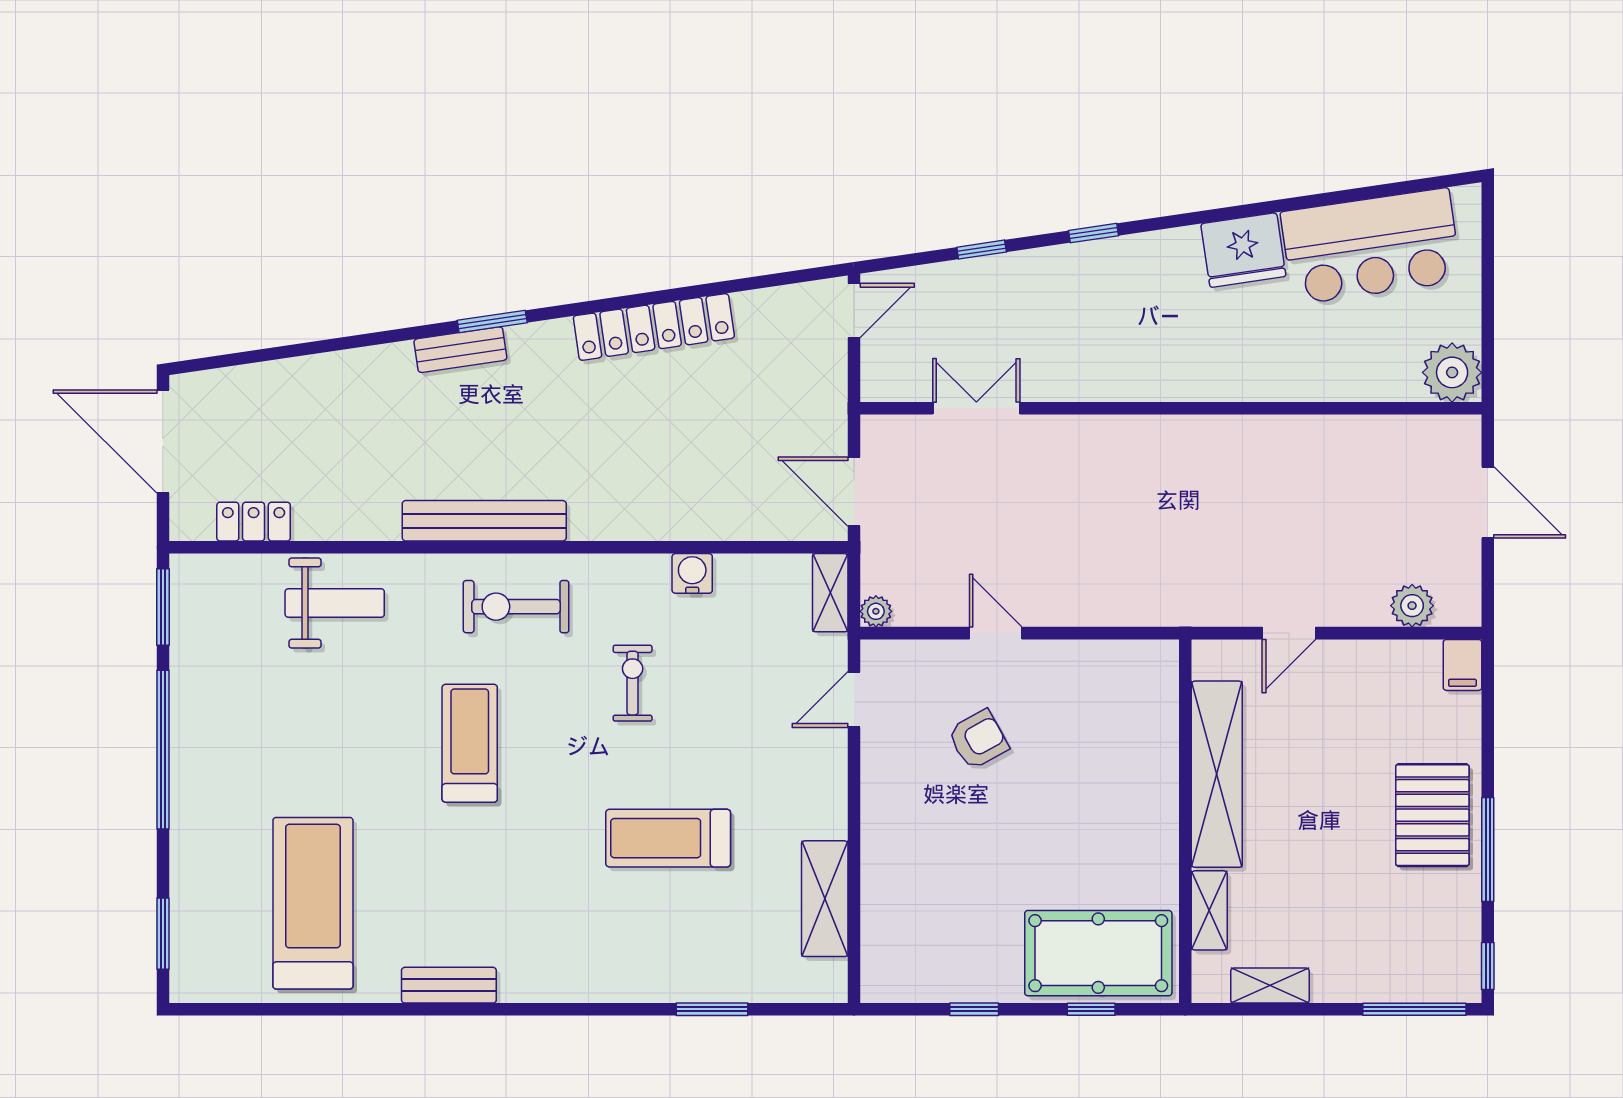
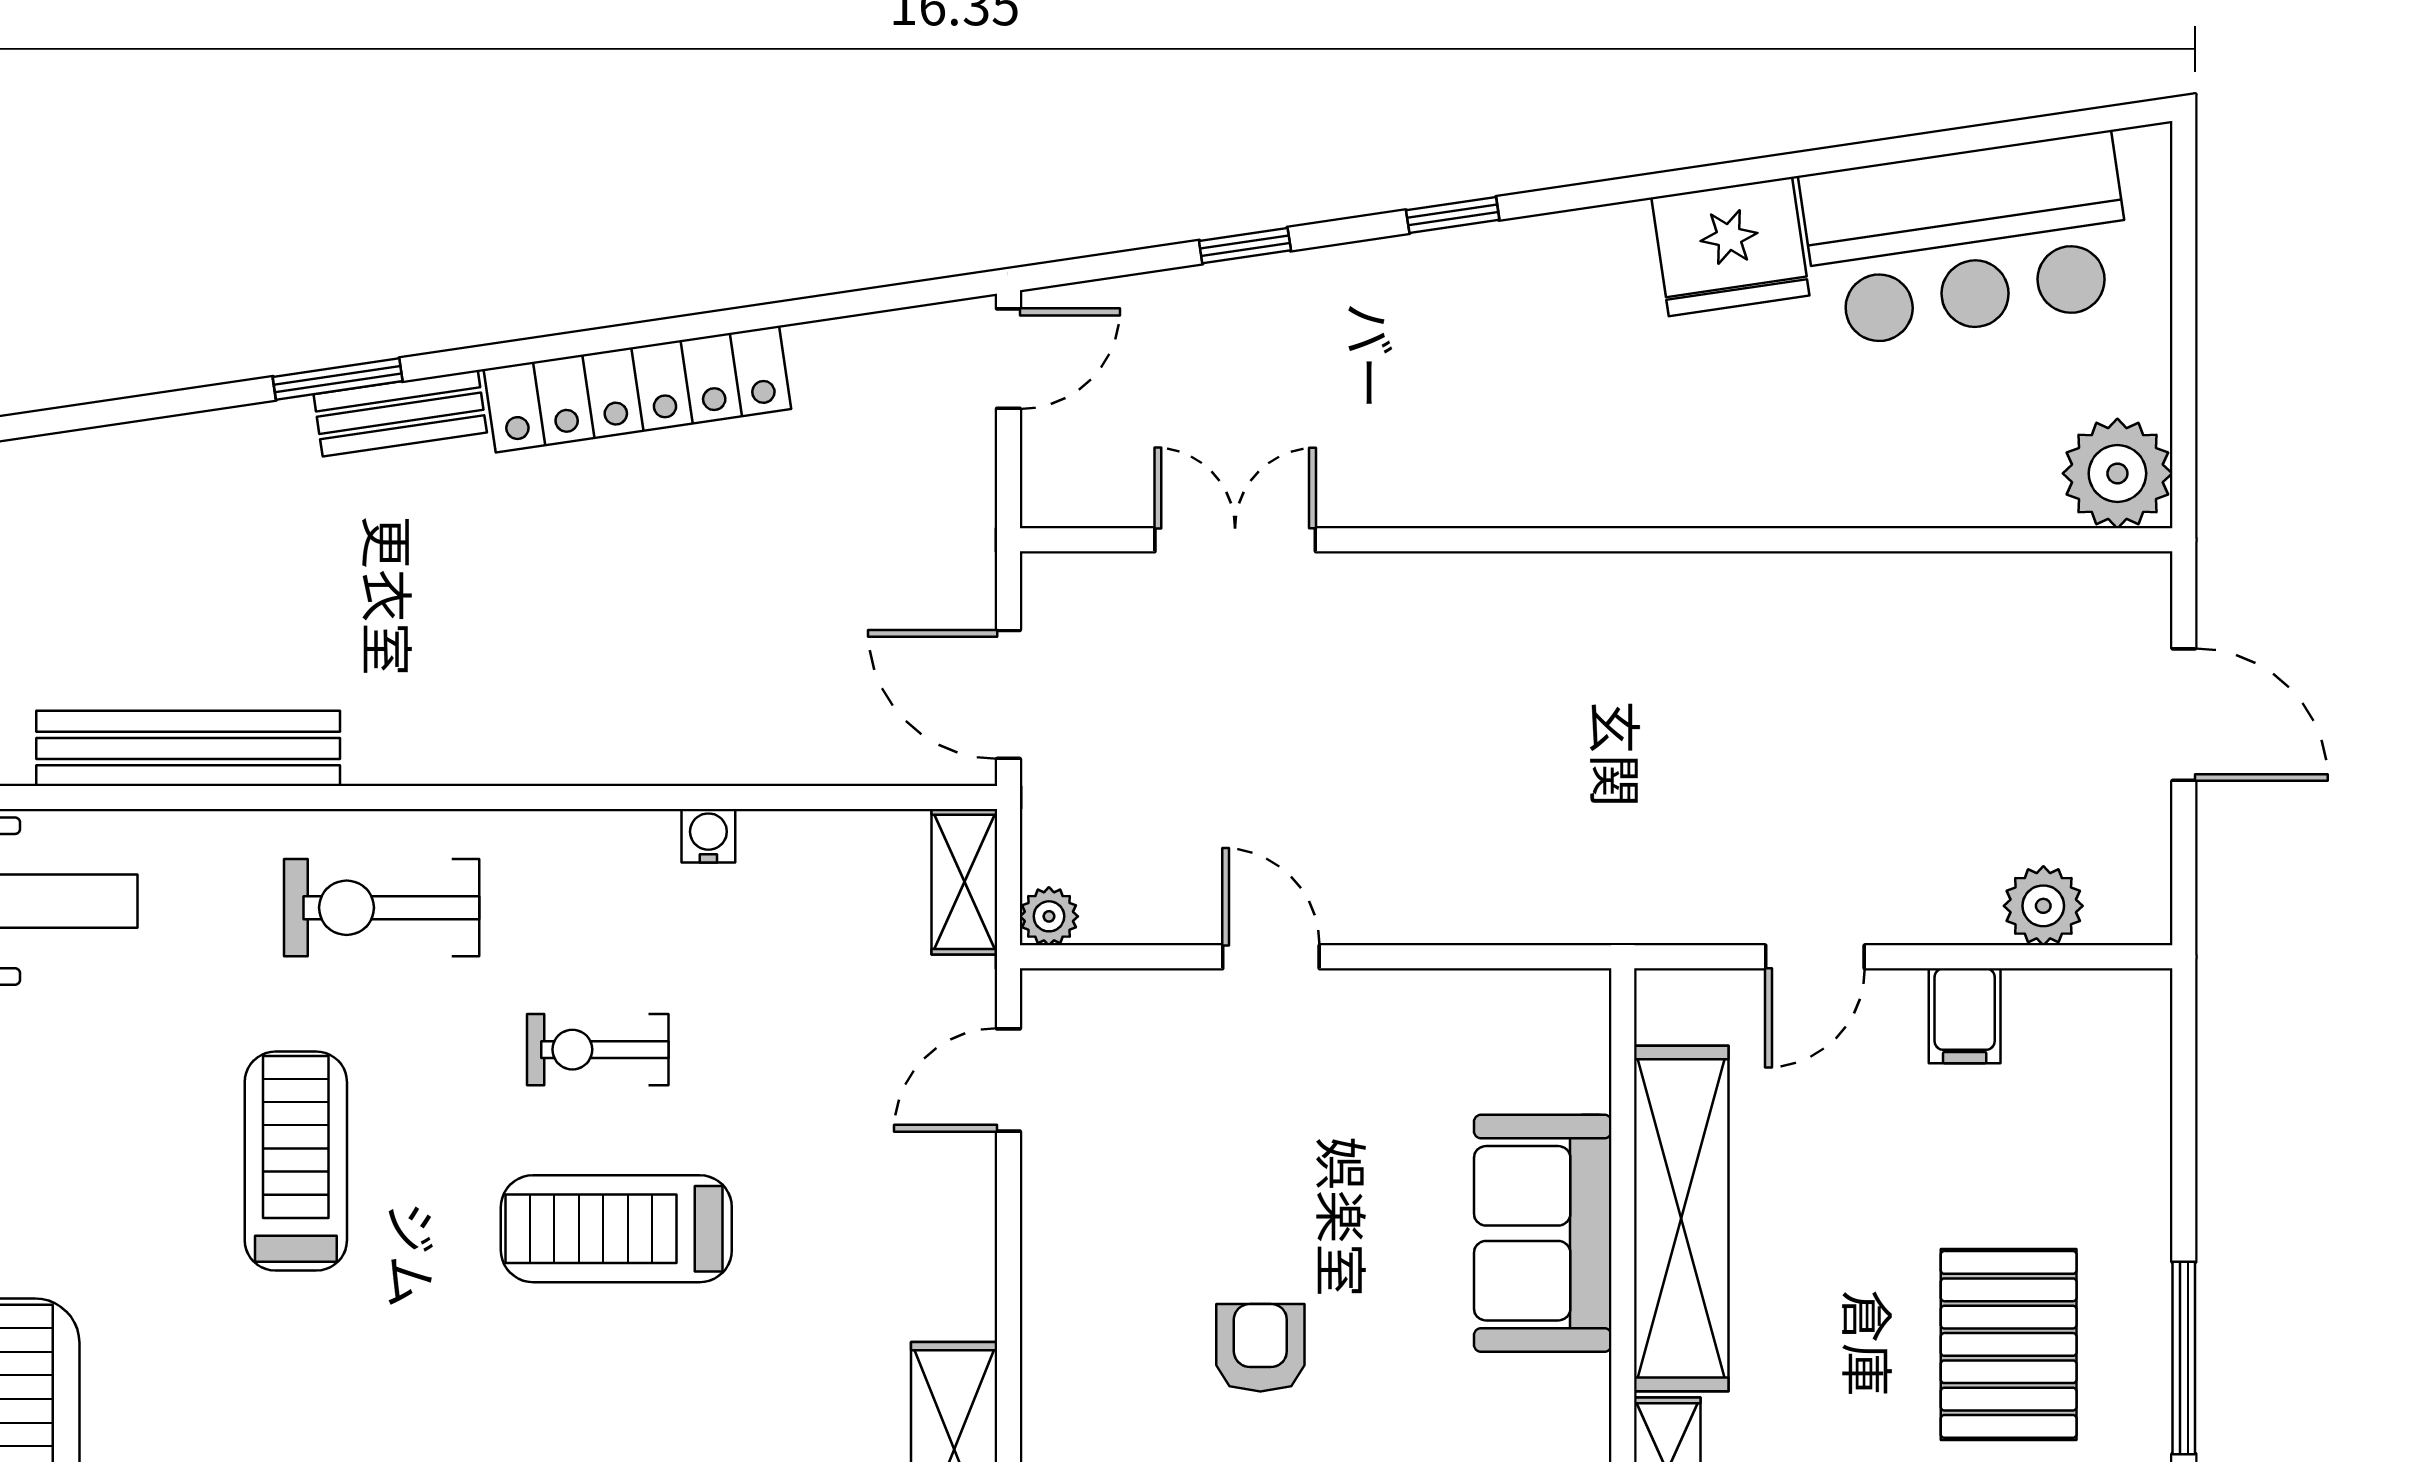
bench: (460, 350) -> (400, 413), moved
bench: (484, 521) -> (188, 748), moved
water cooler: (692, 573) -> (708, 836), width x0.72, depth x0.72
filing cabinet: (1462, 665) -> (1965, 1016), moved
exercise bike: (633, 683) -> (598, 1050), turned -90
armchair: (978, 740) -> (1260, 1348), moved, turned -61
sofa: (1142, 782) -> (1543, 1233), added
pallet: (1432, 815) -> (2009, 1344), moved
treadmill: (668, 838) -> (616, 1229), moved

